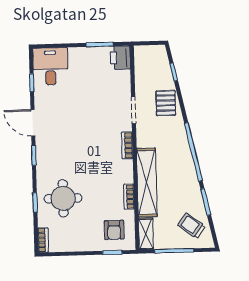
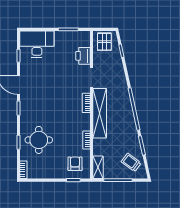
printer: (120, 58) -> (83, 56), moved
desk: (50, 66) -> (37, 44), width x1.37
pallet: (166, 103) -> (104, 42), moved
shelving: (147, 182) -> (100, 113), moved
armchair: (114, 230) -> (75, 164), turned 180

